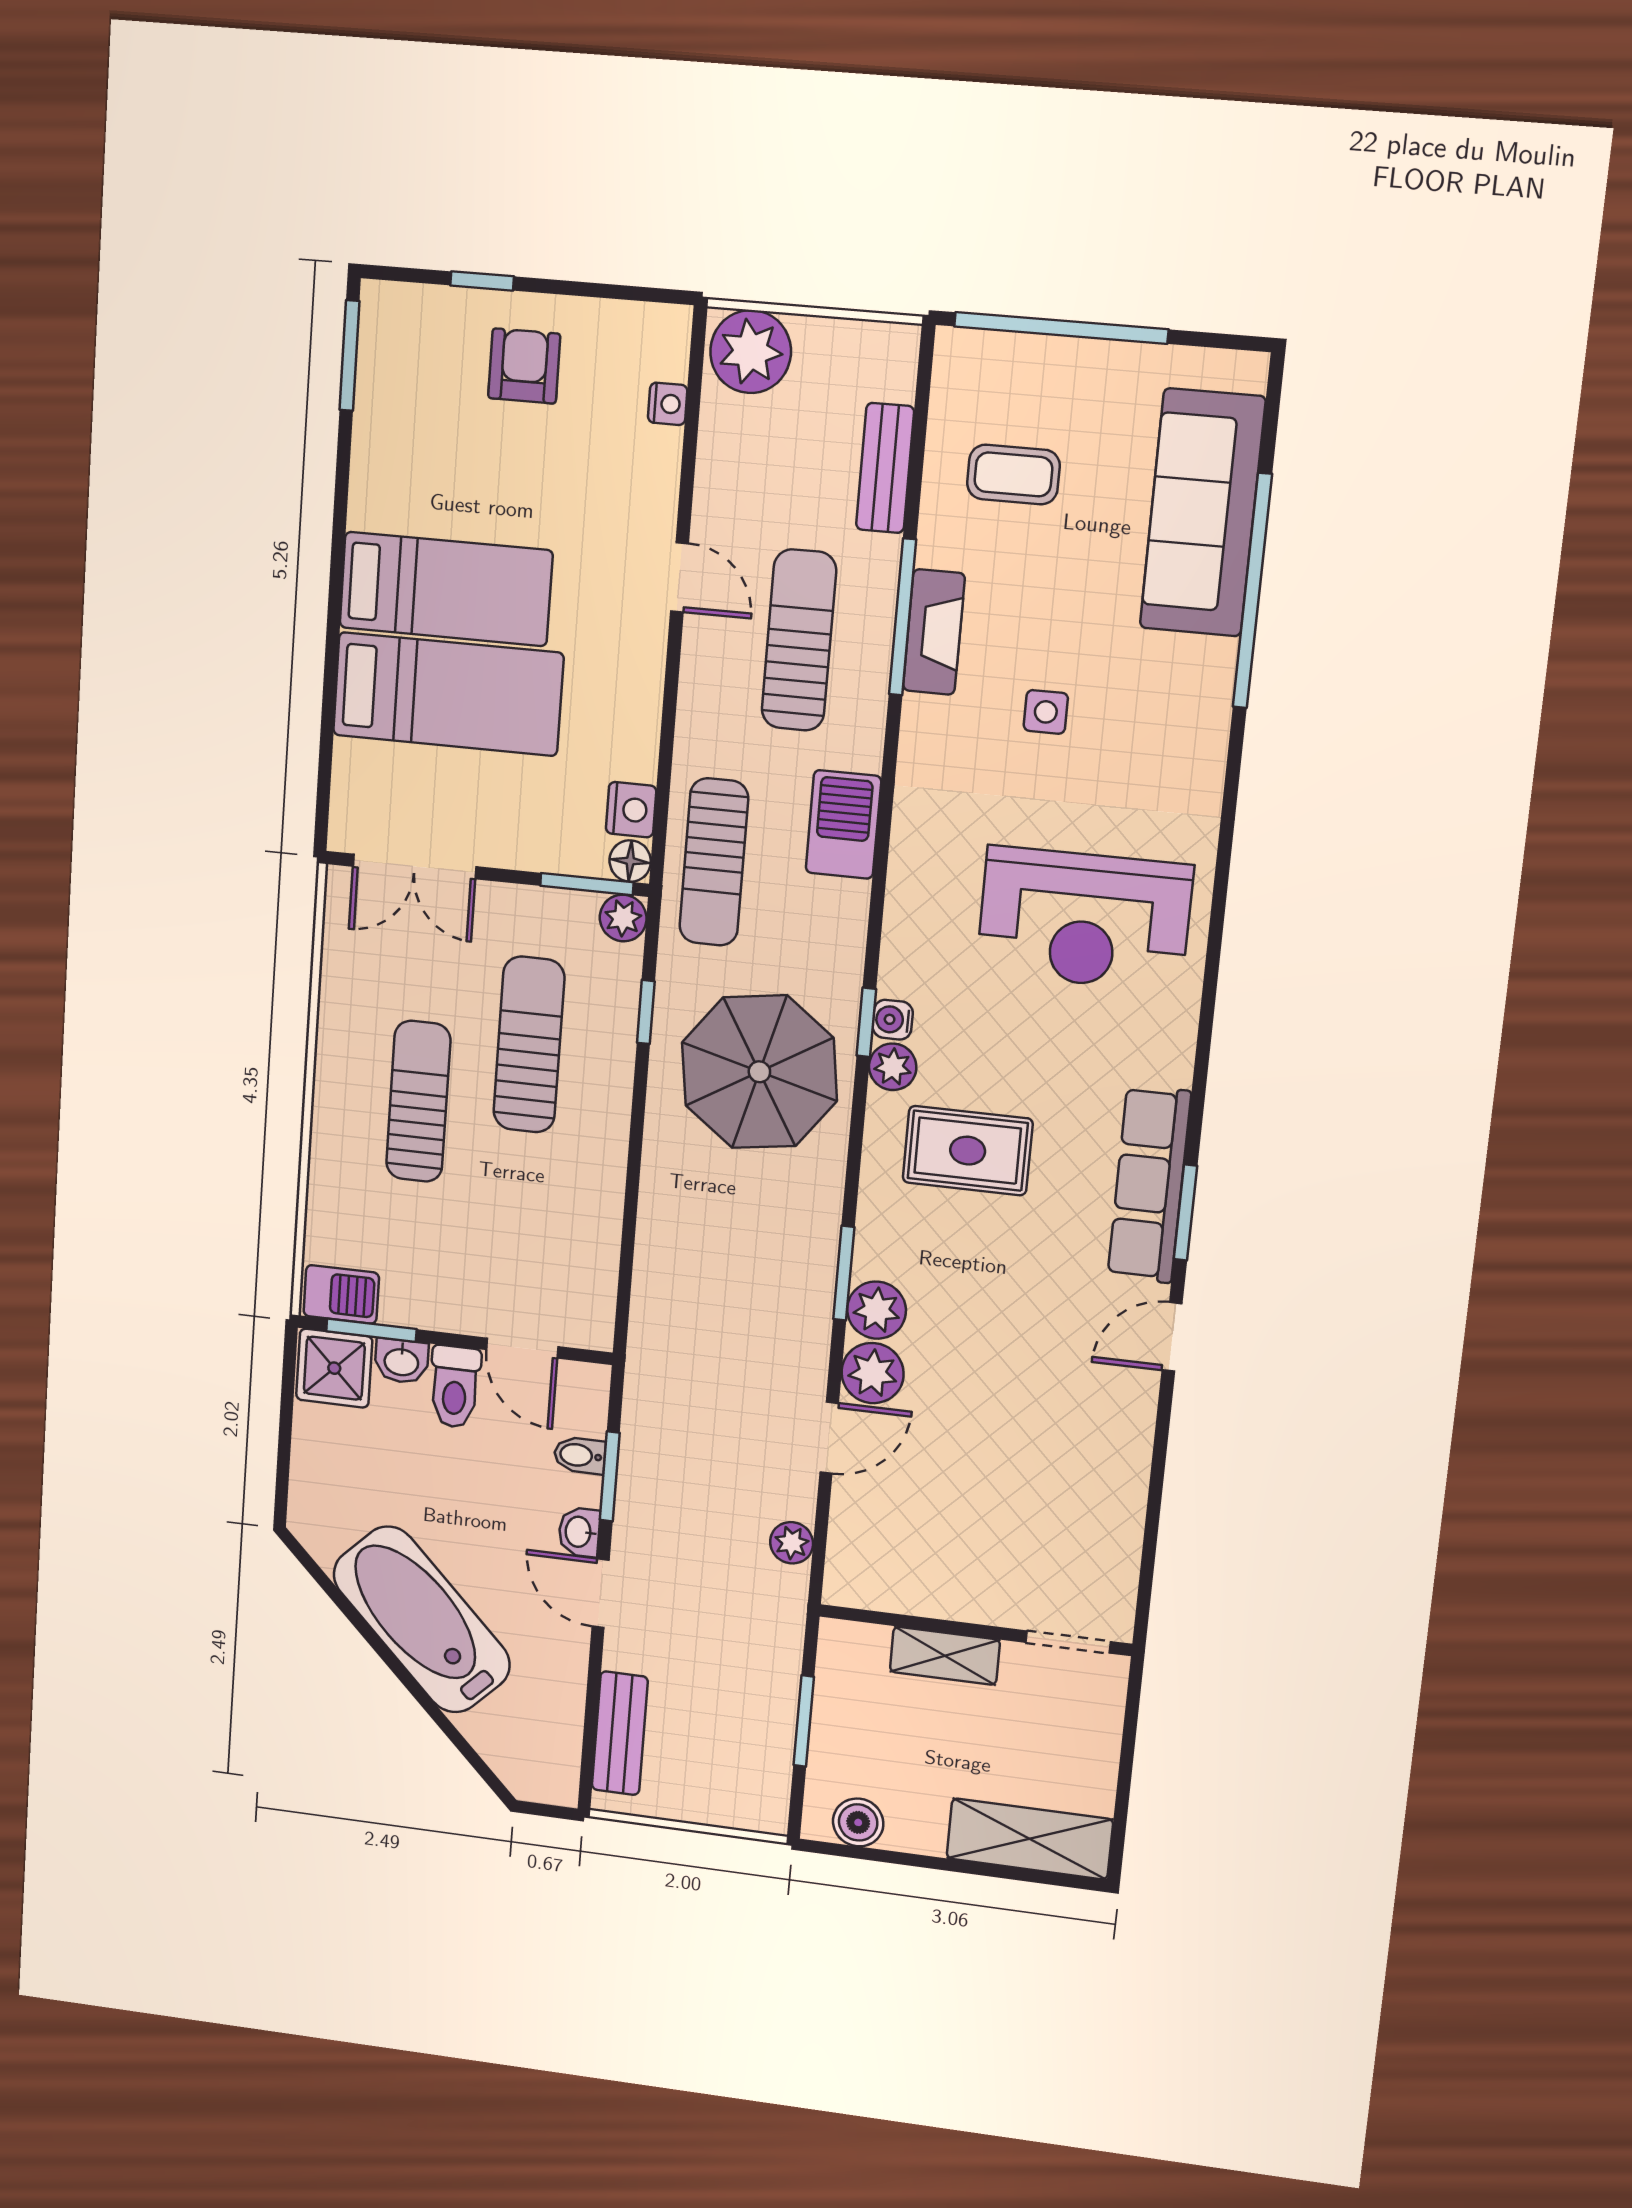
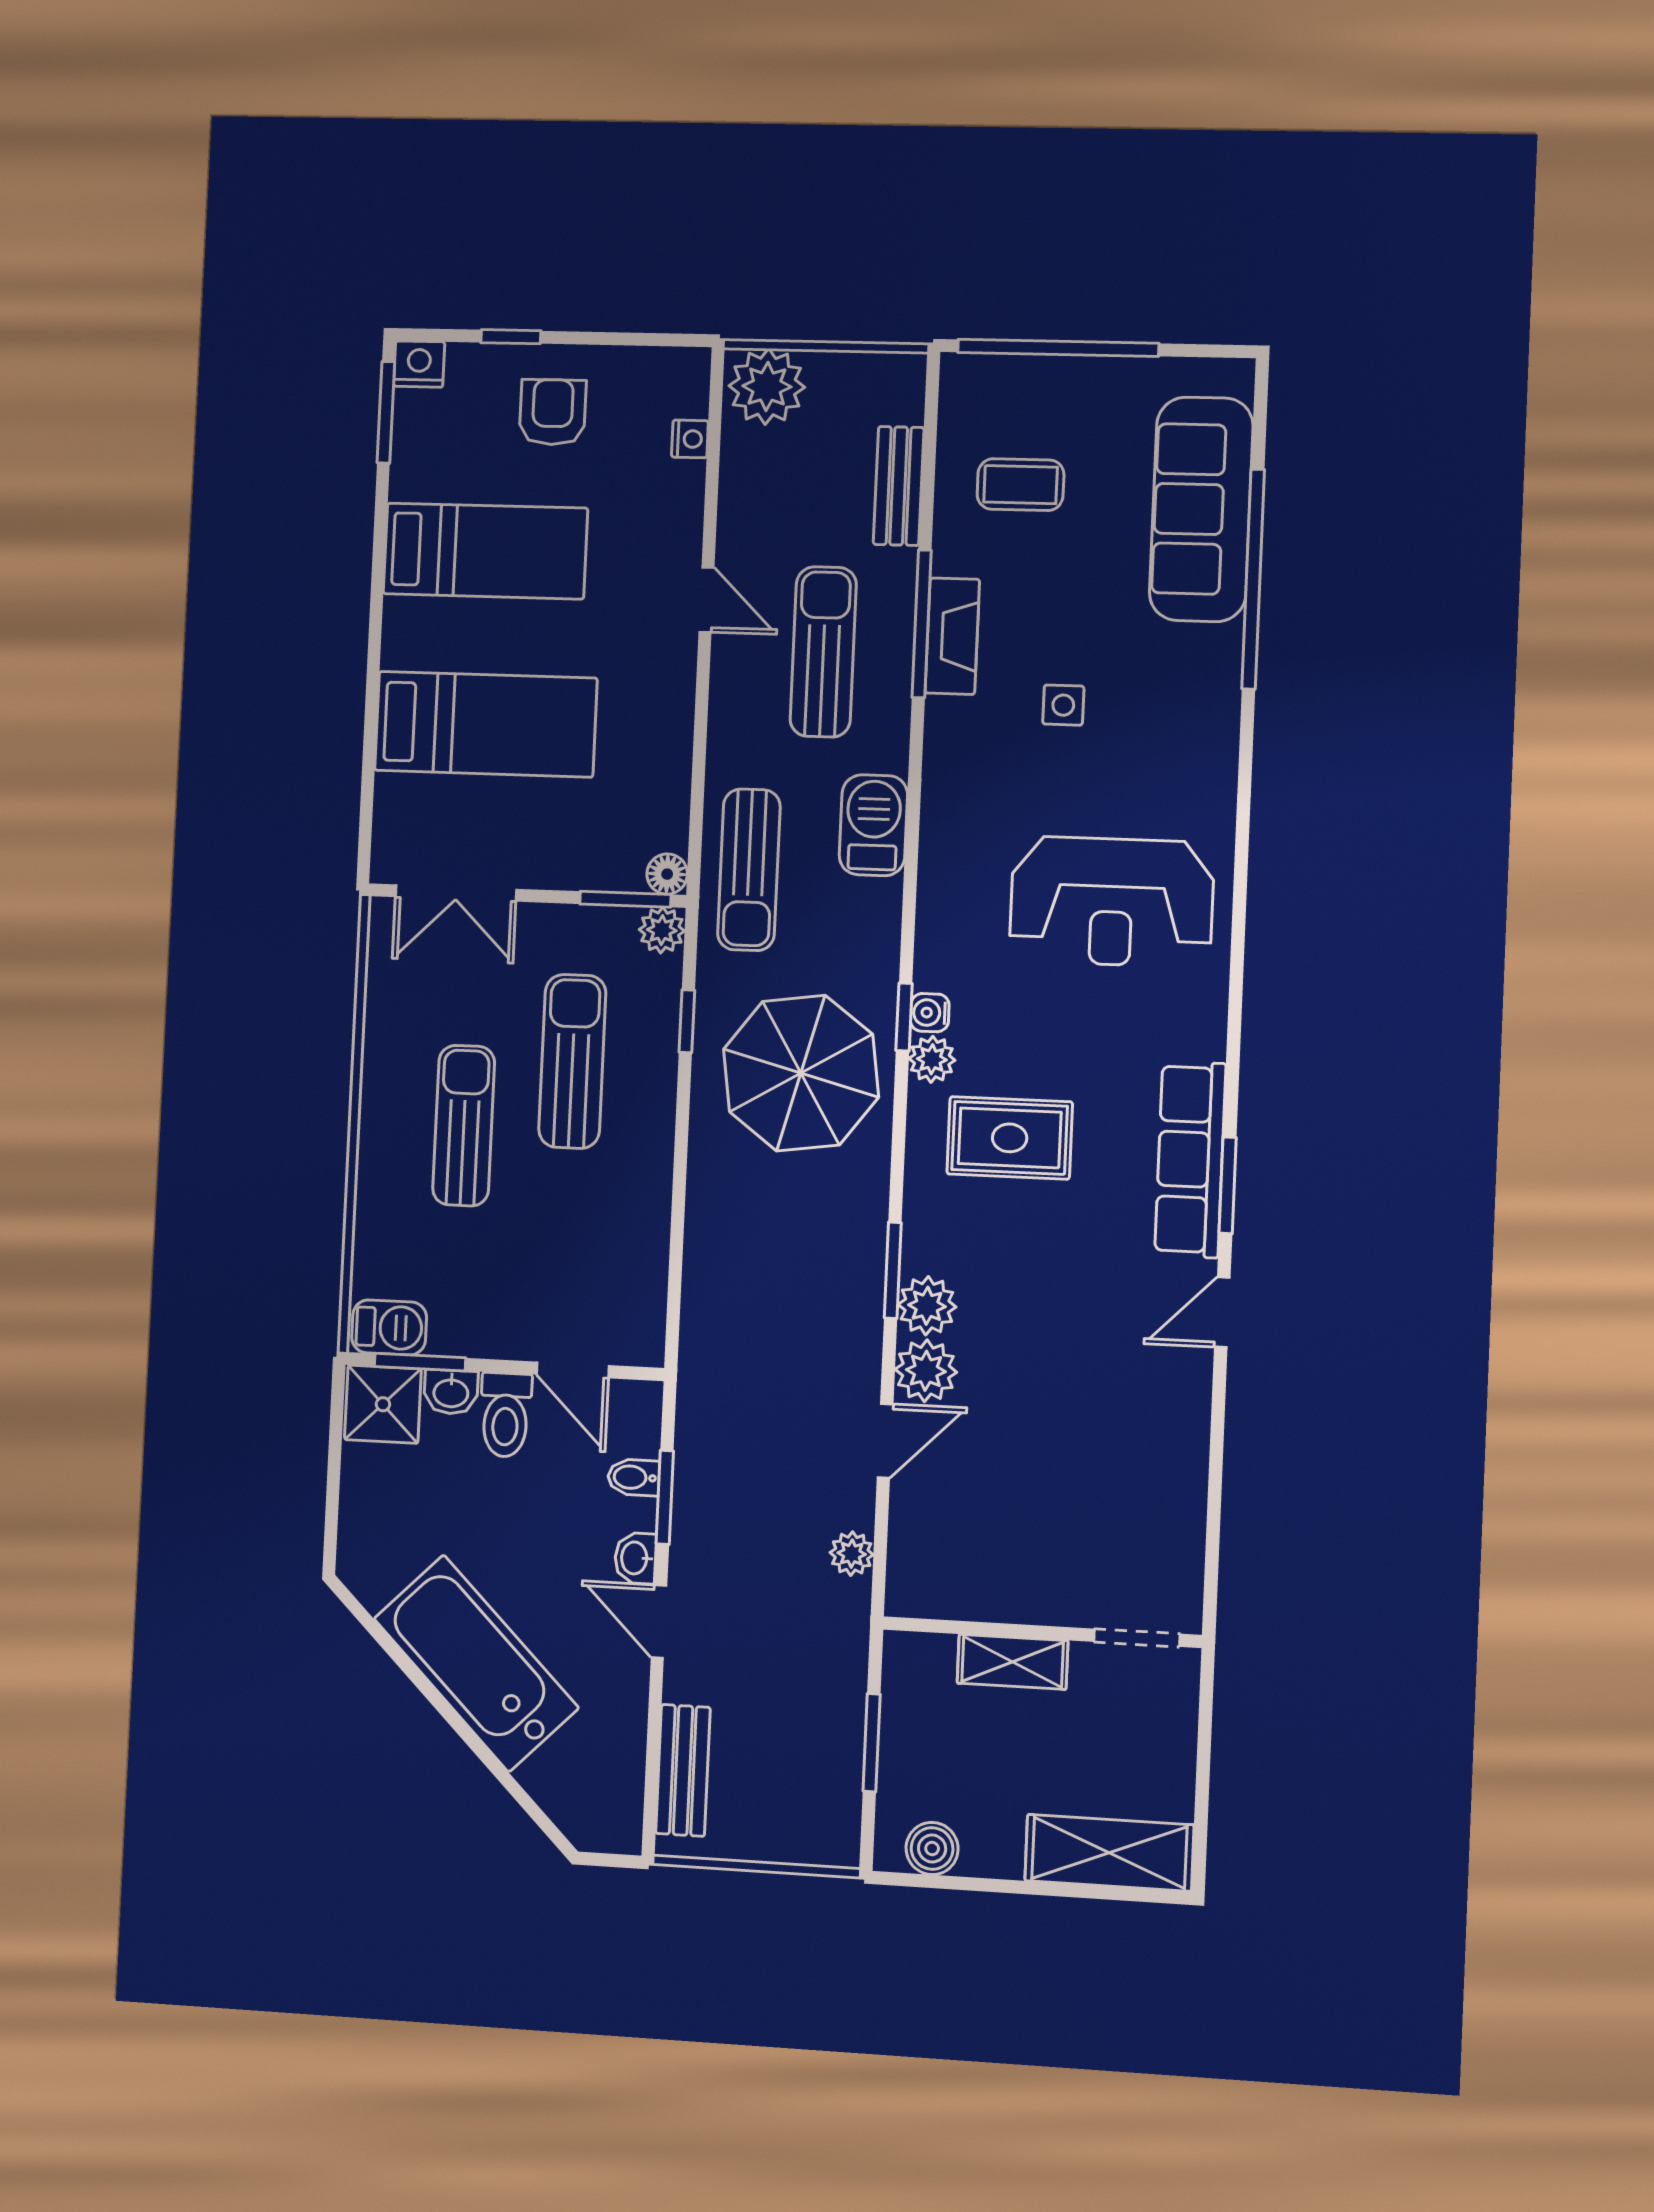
bed: (446, 589) -> (485, 551), moved
nightstand: (631, 810) -> (419, 364), moved, turned -90

